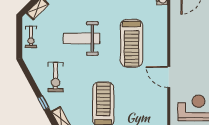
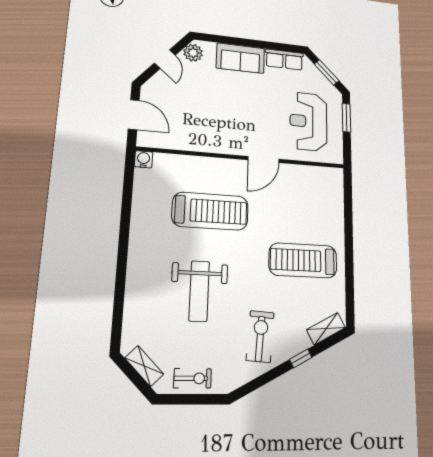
exercise bike: (56, 77) -> (260, 336), turned -86

